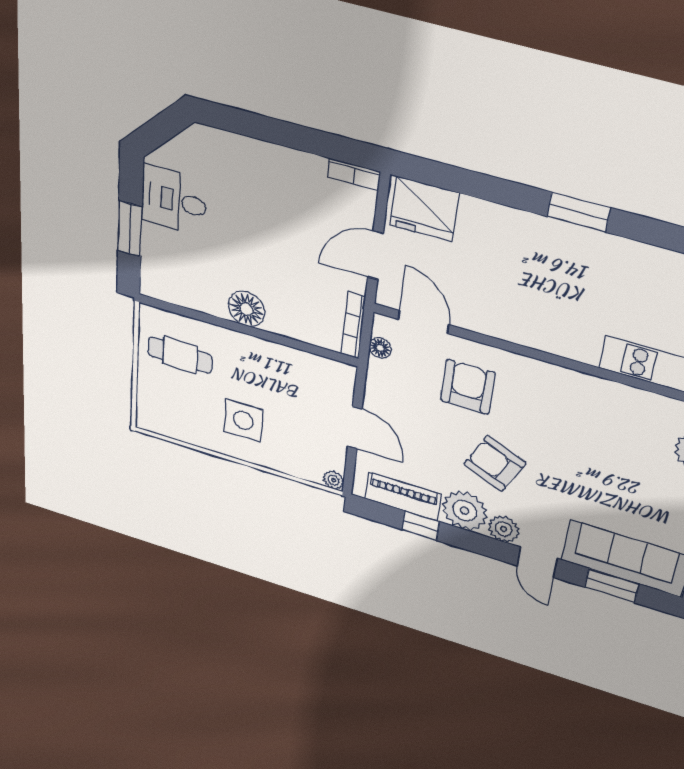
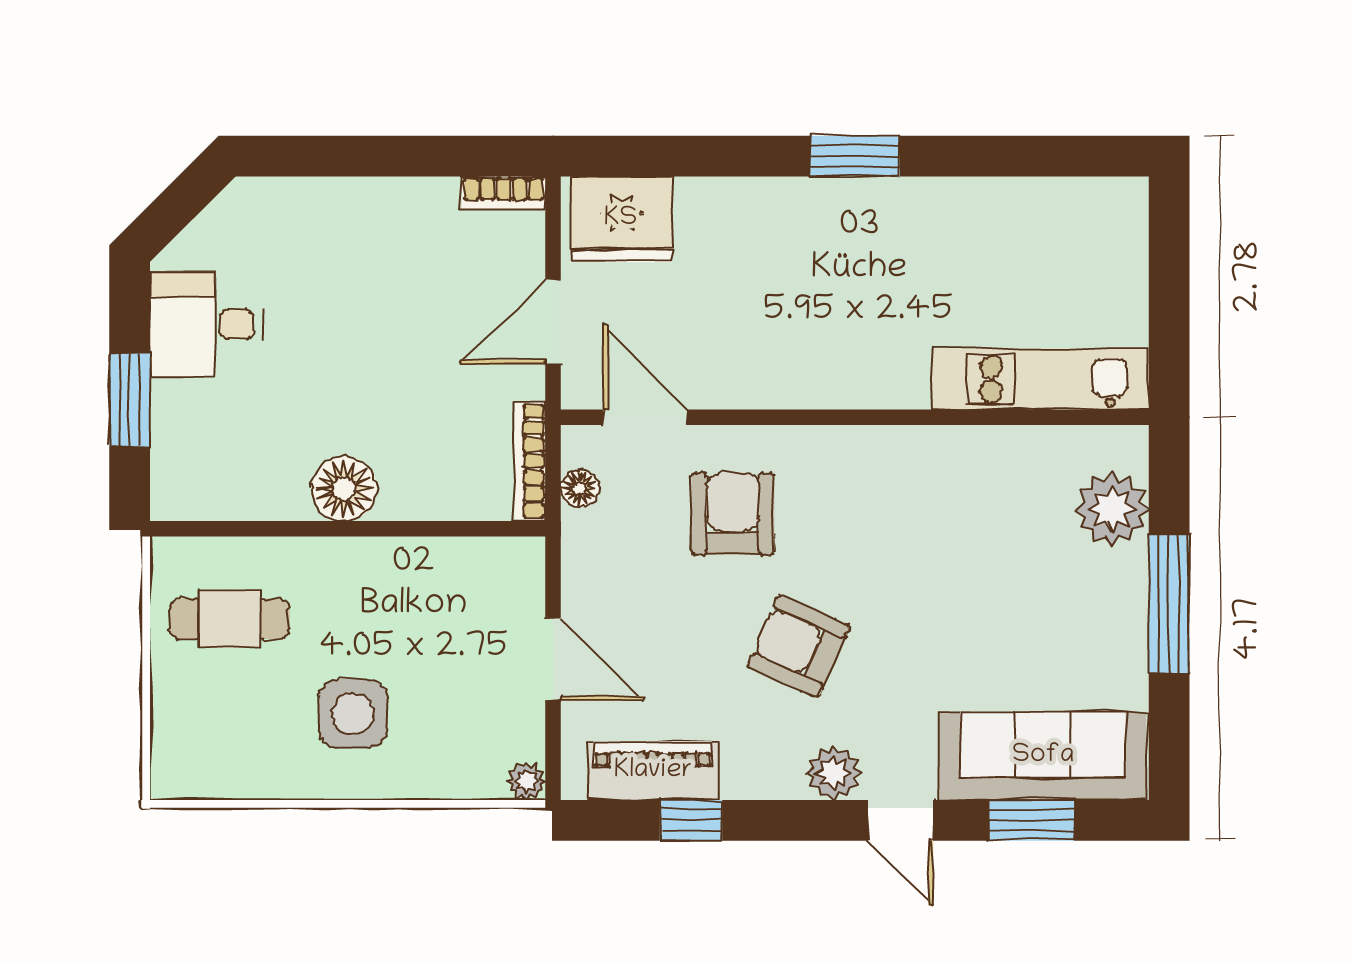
plant: (465, 511) -> (762, 760), removed

